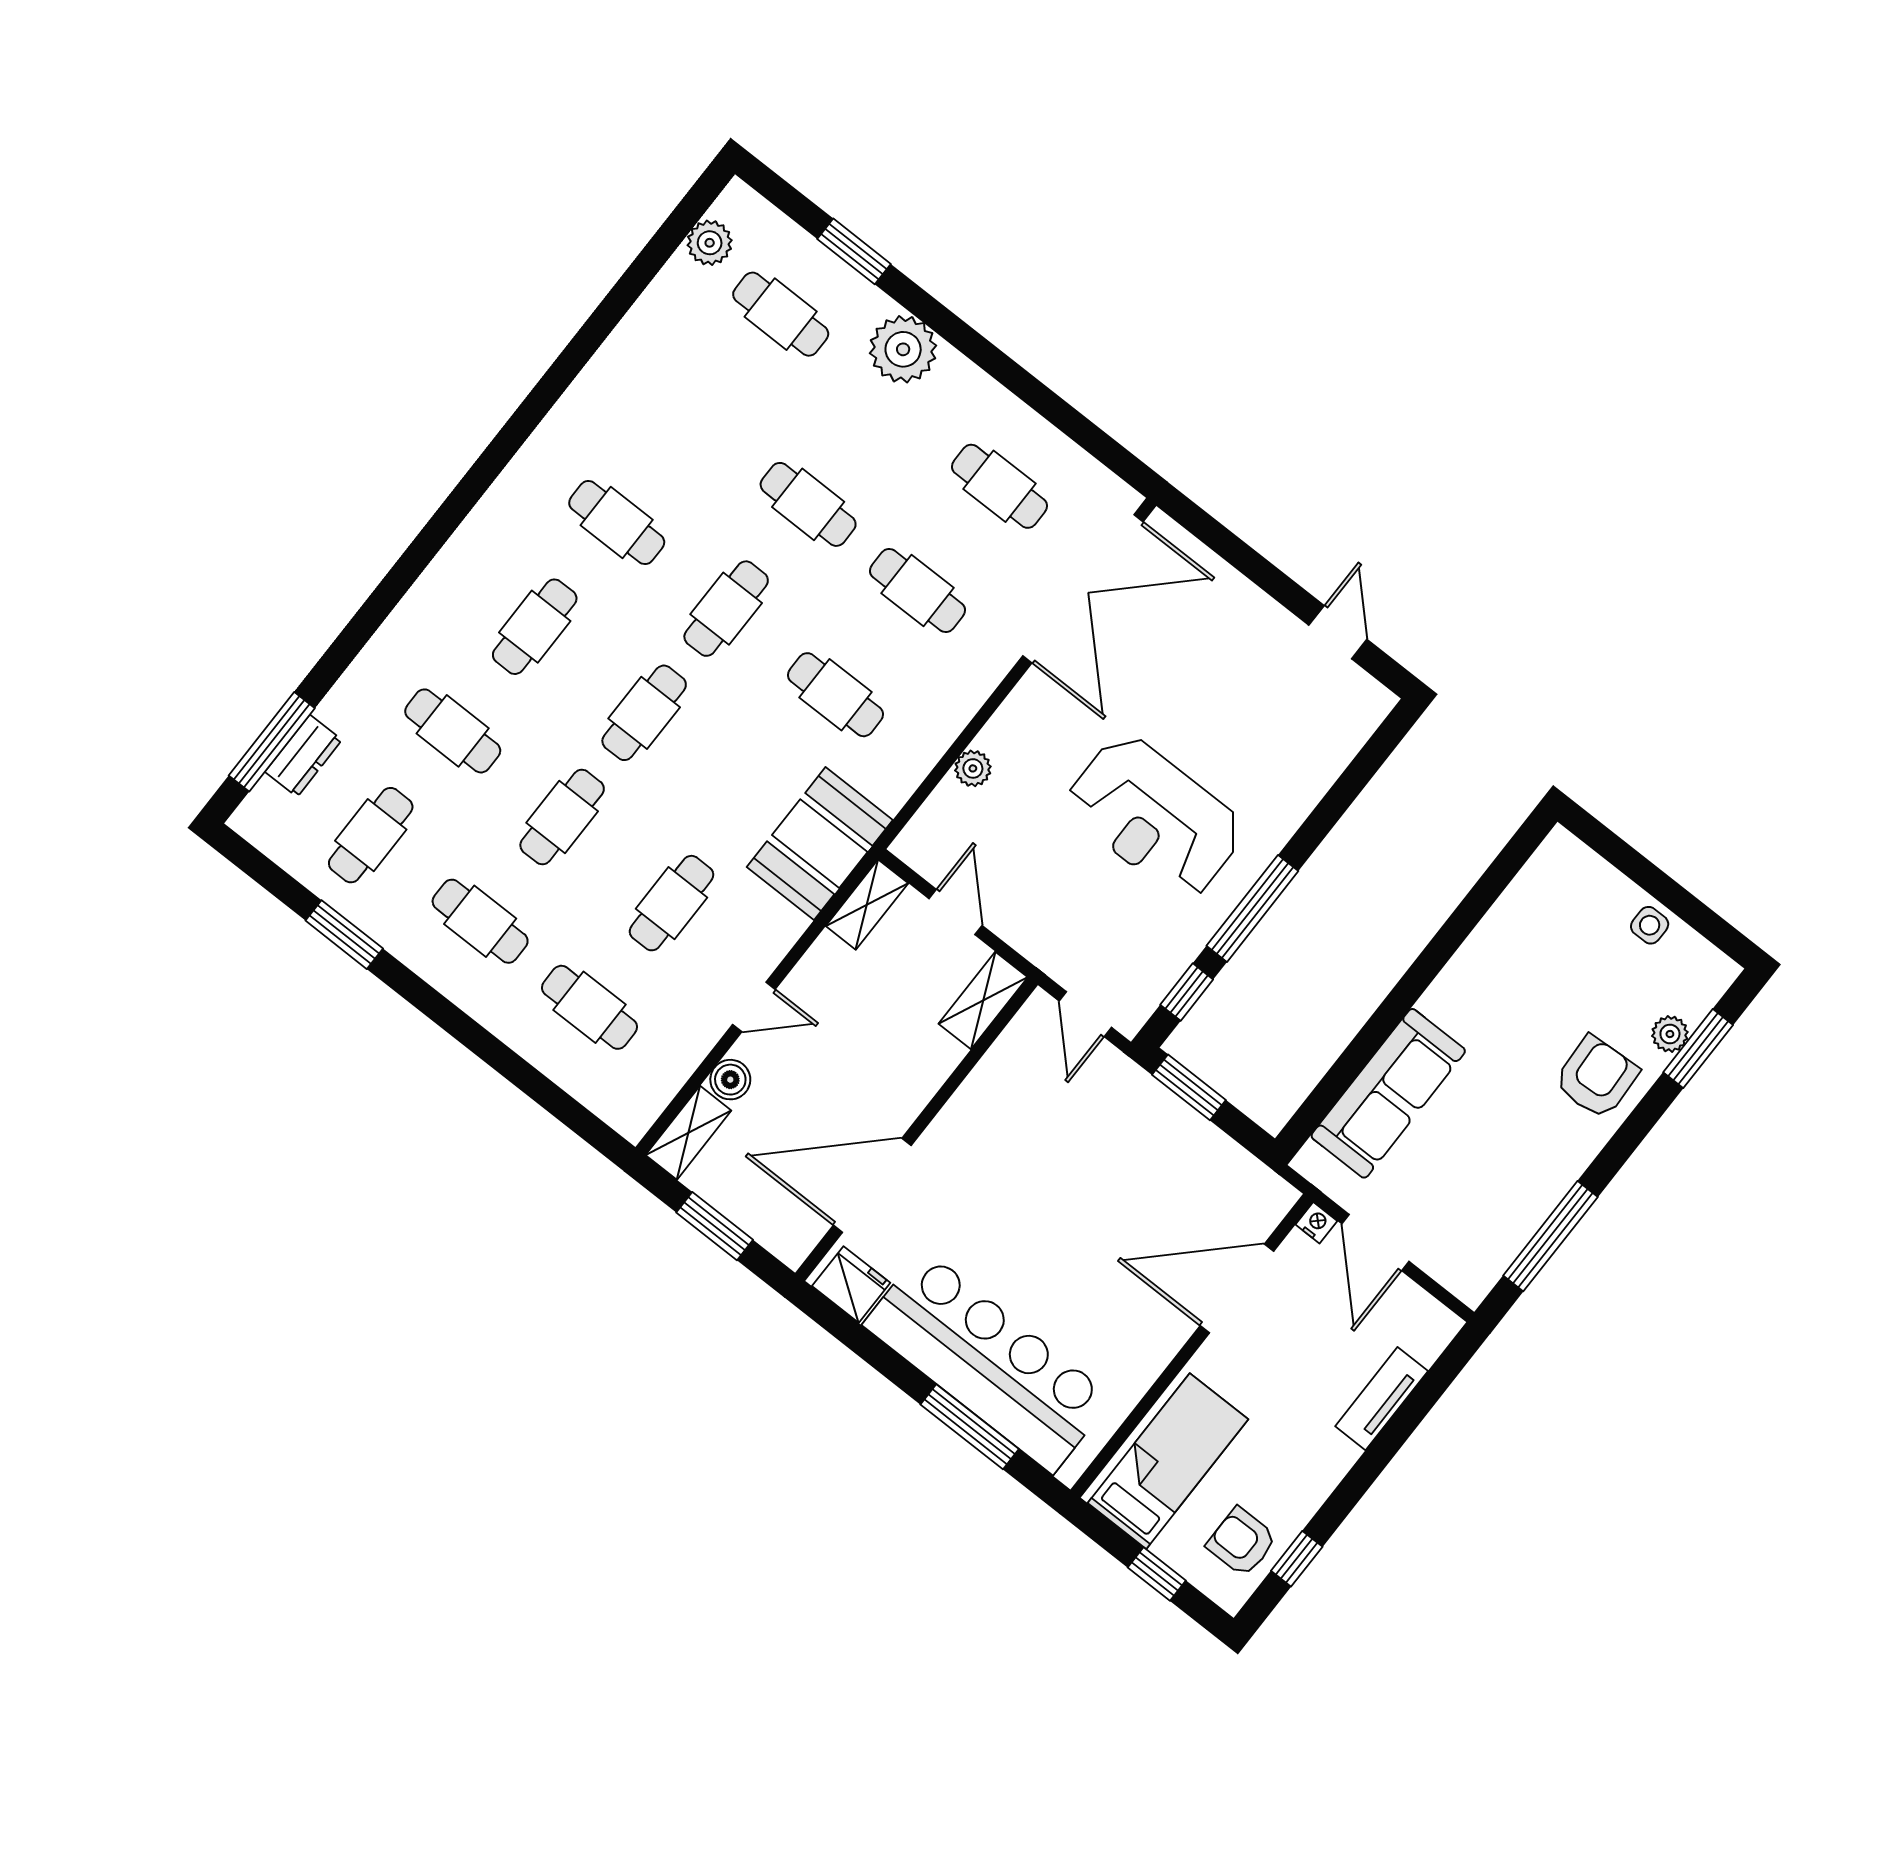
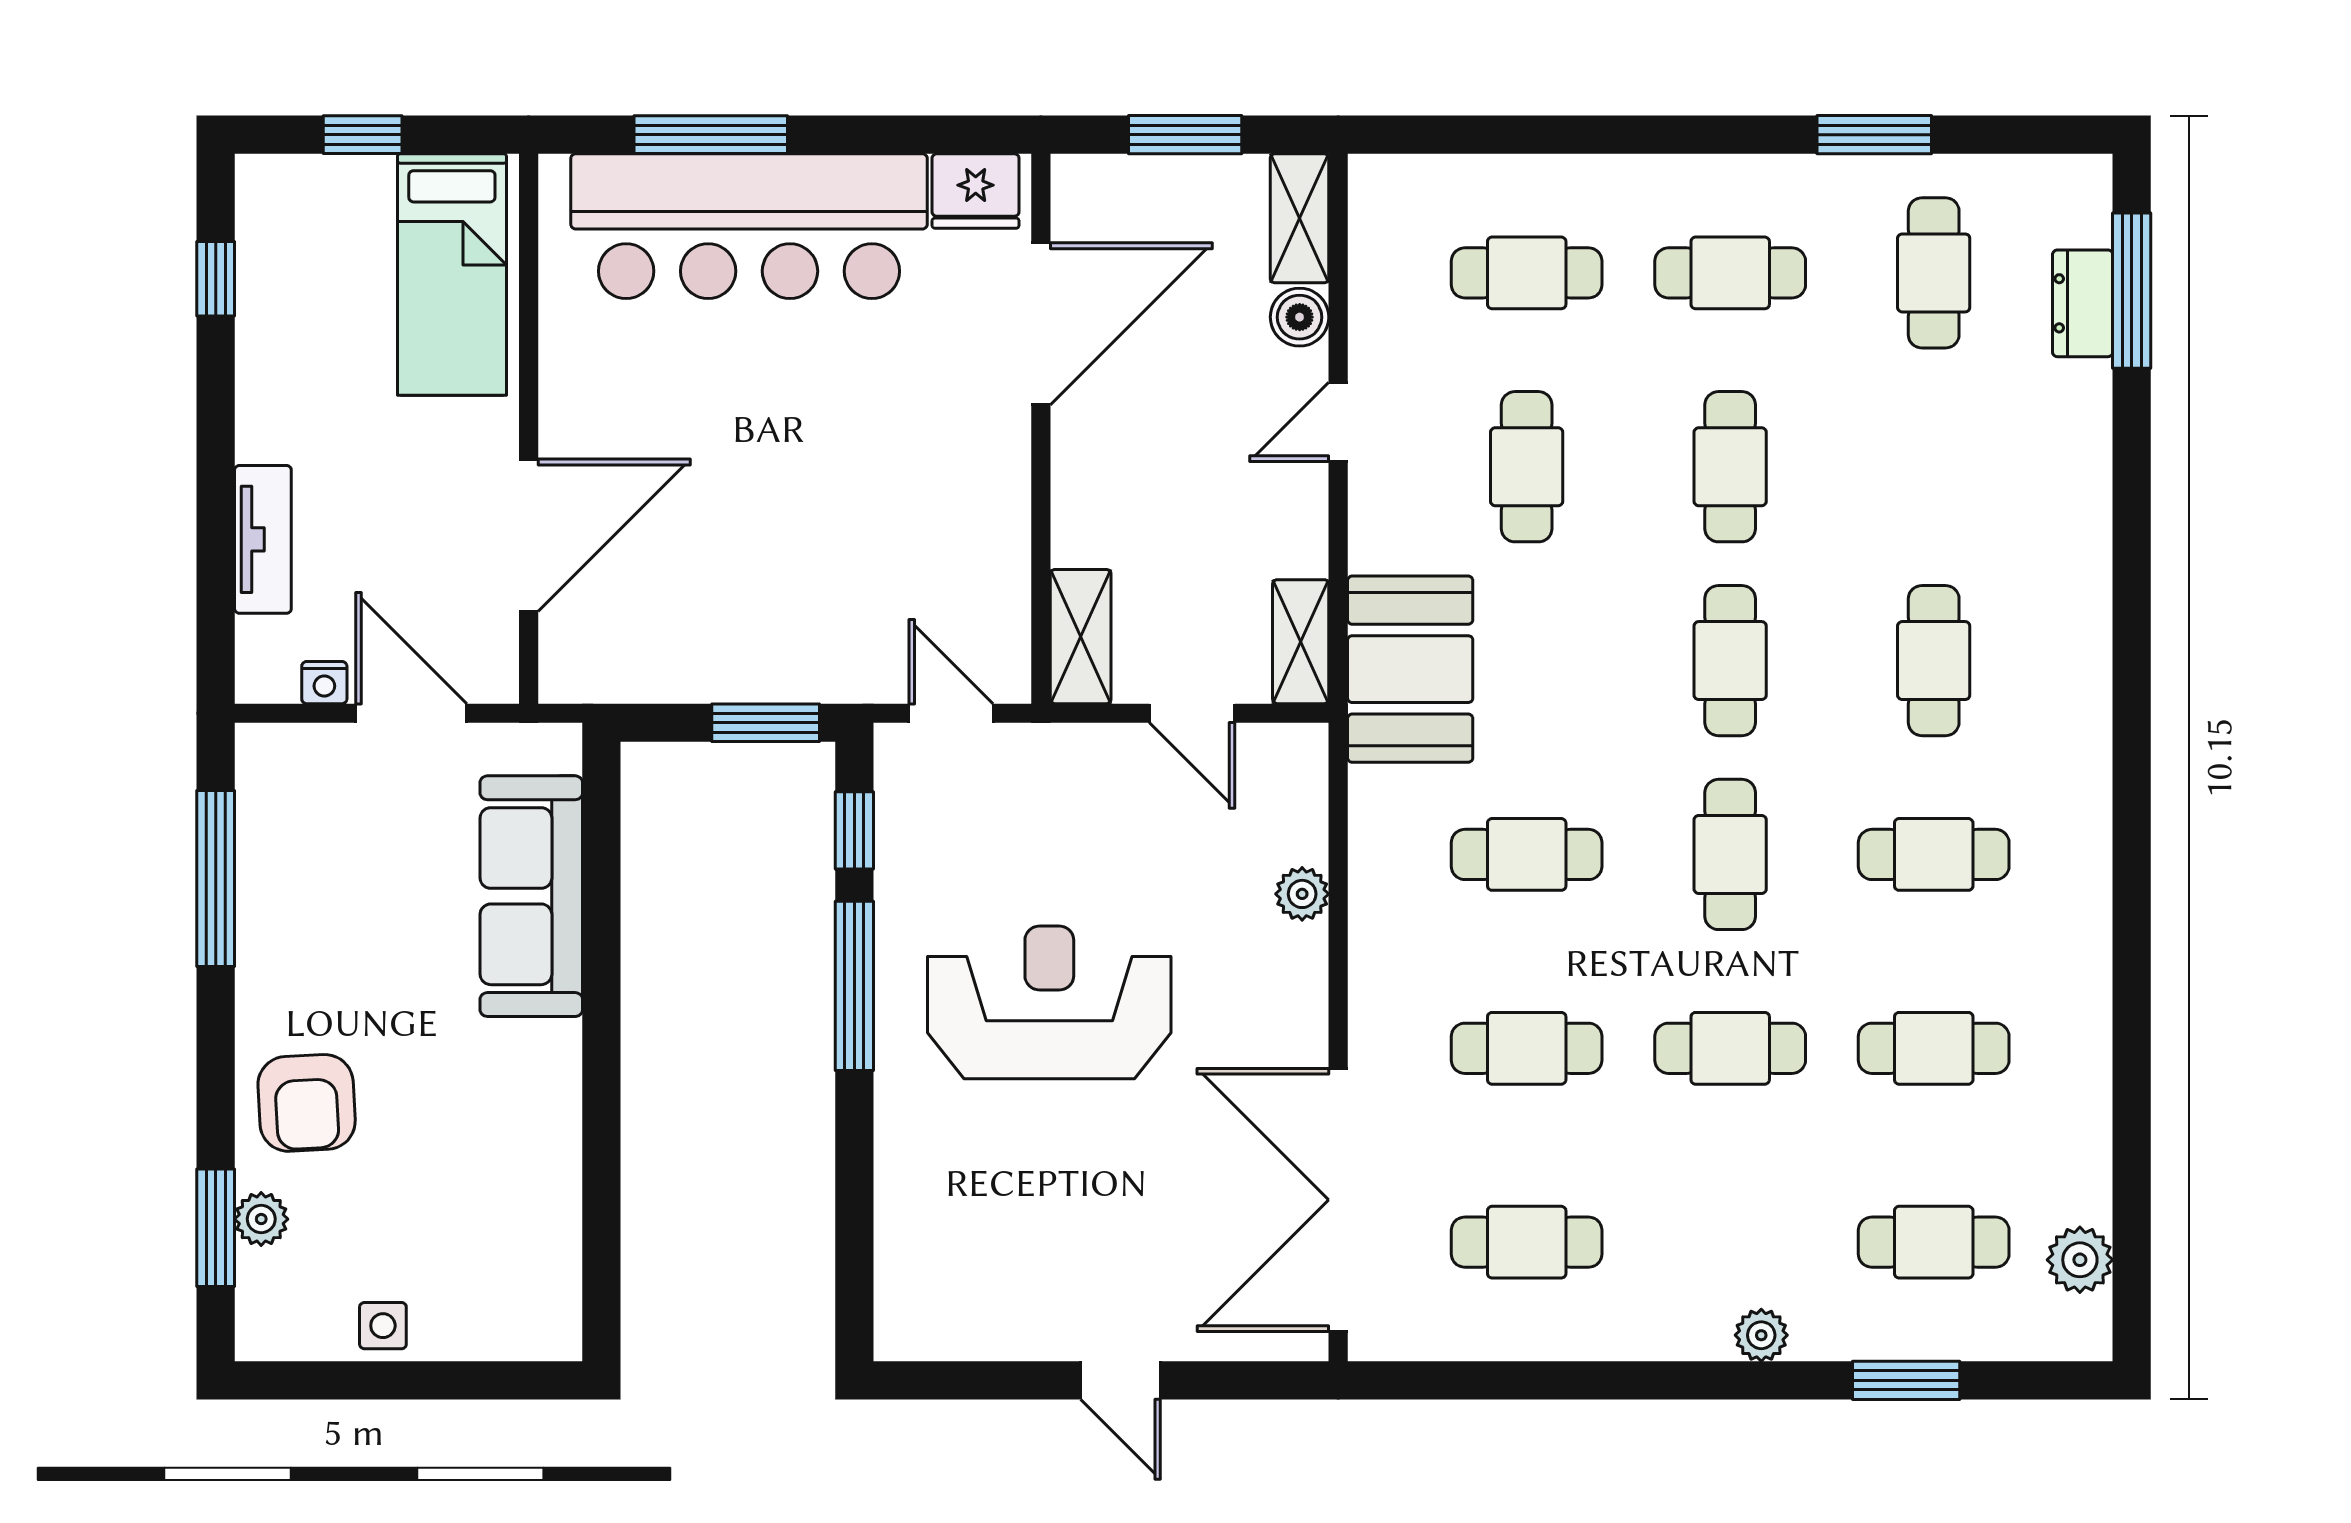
plant: (903, 349) -> (1761, 1335), width x0.53, depth x0.53
door: (1338, 632) -> (1121, 1380), moved
cafe table: (453, 731) -> (1934, 1048), moved
nightstand: (1316, 1223) -> (324, 683), moved
armchair: (1242, 1542) -> (294, 248), removed

